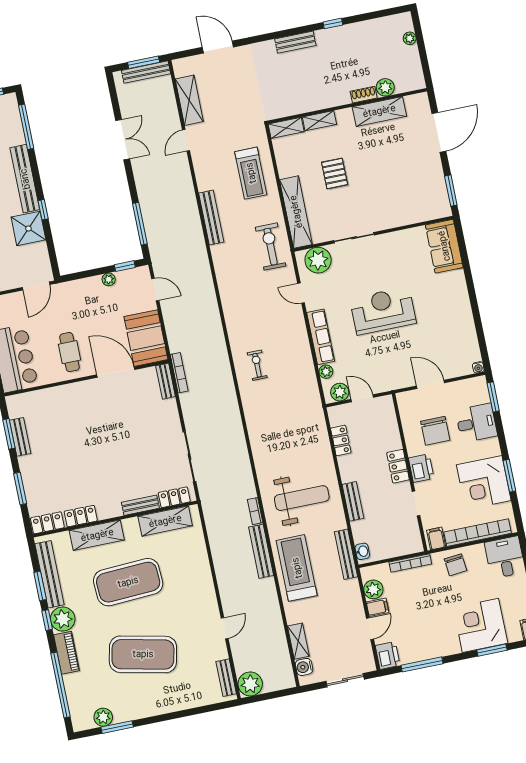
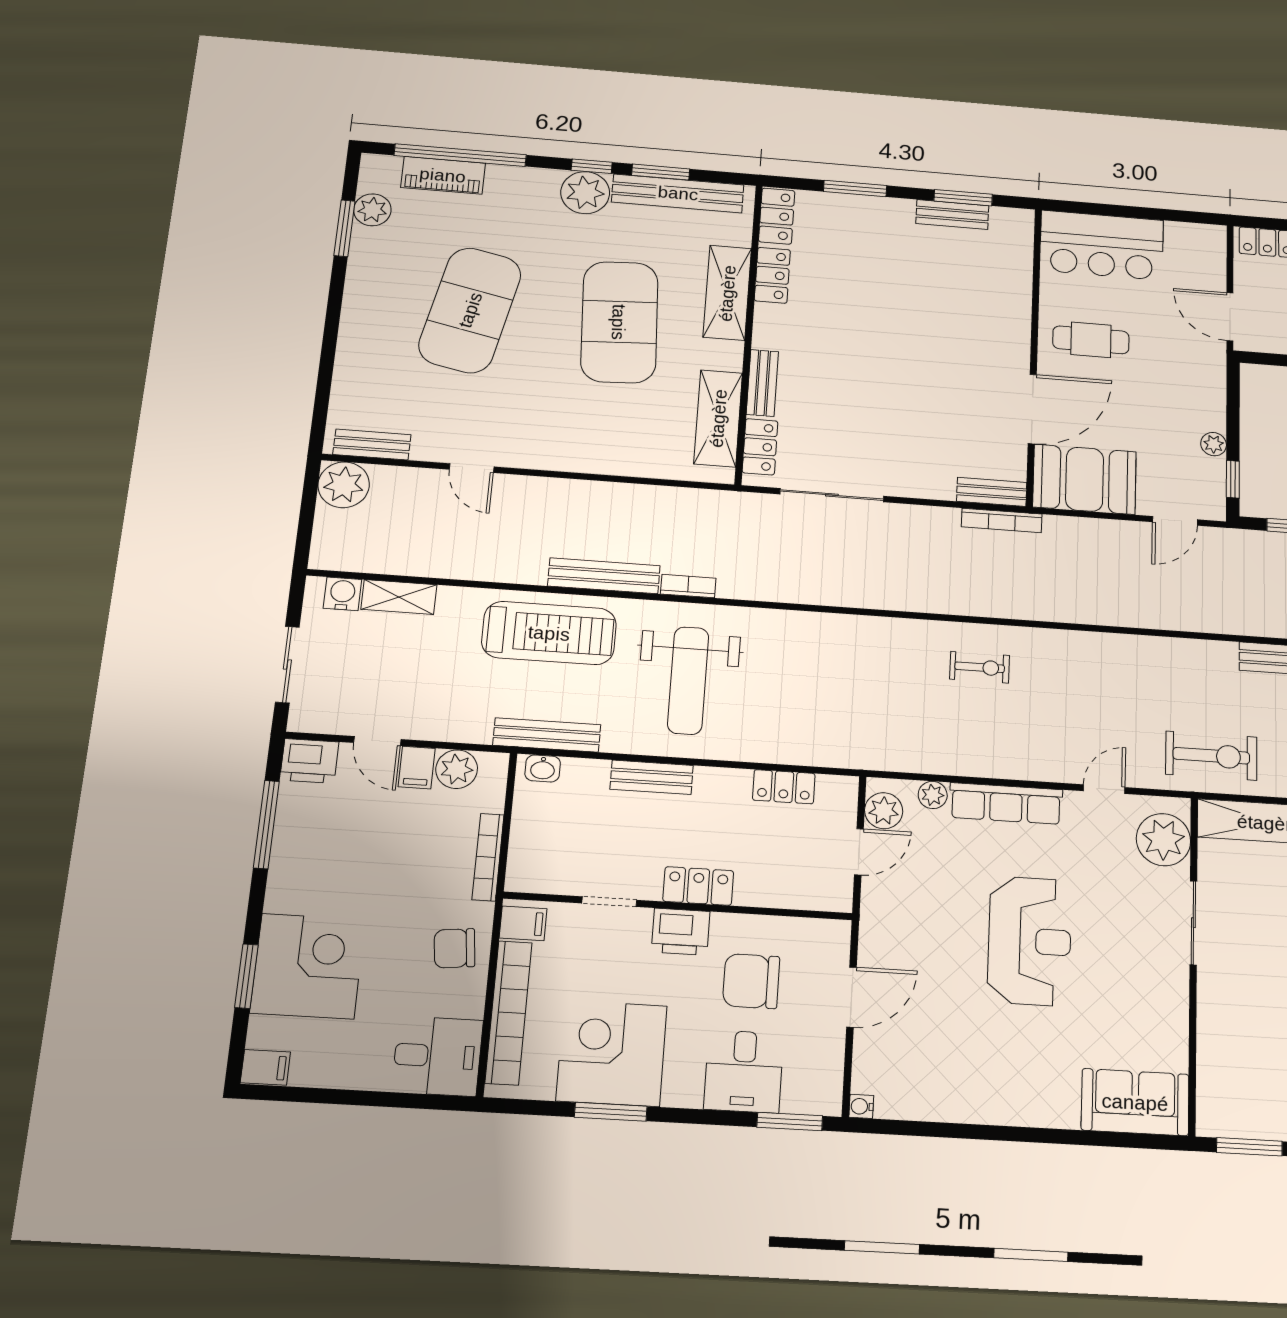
piano: (66, 653) -> (443, 175), moved

